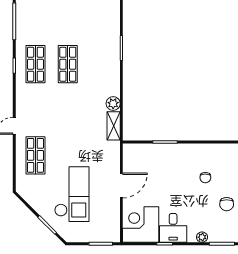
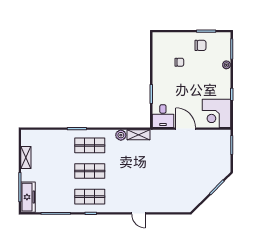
shop shelf: (35, 155) -> (90, 145), moved
checkout: (72, 194) -> (193, 168), removed
desk: (173, 228) -> (163, 116), moved, turned 90

